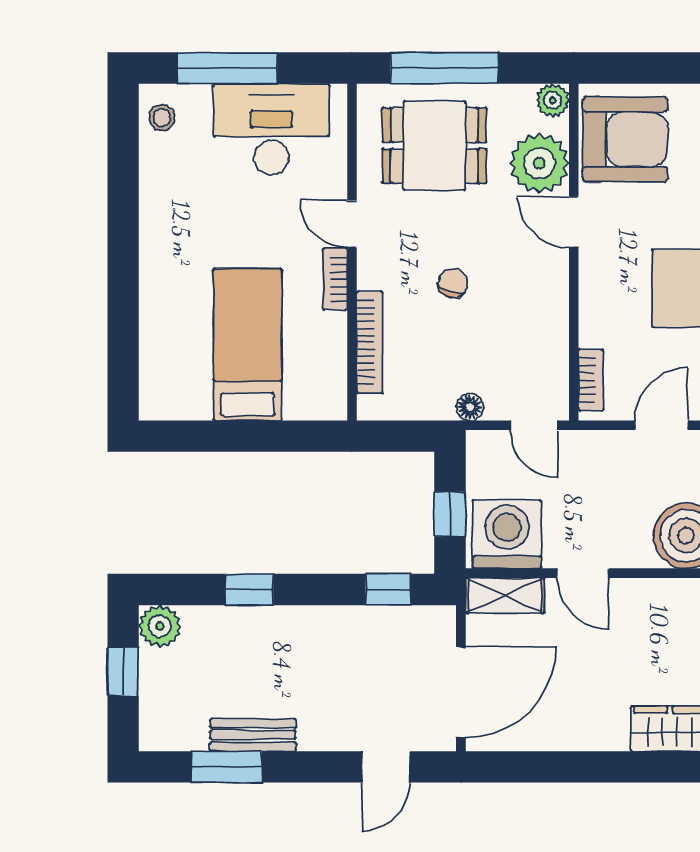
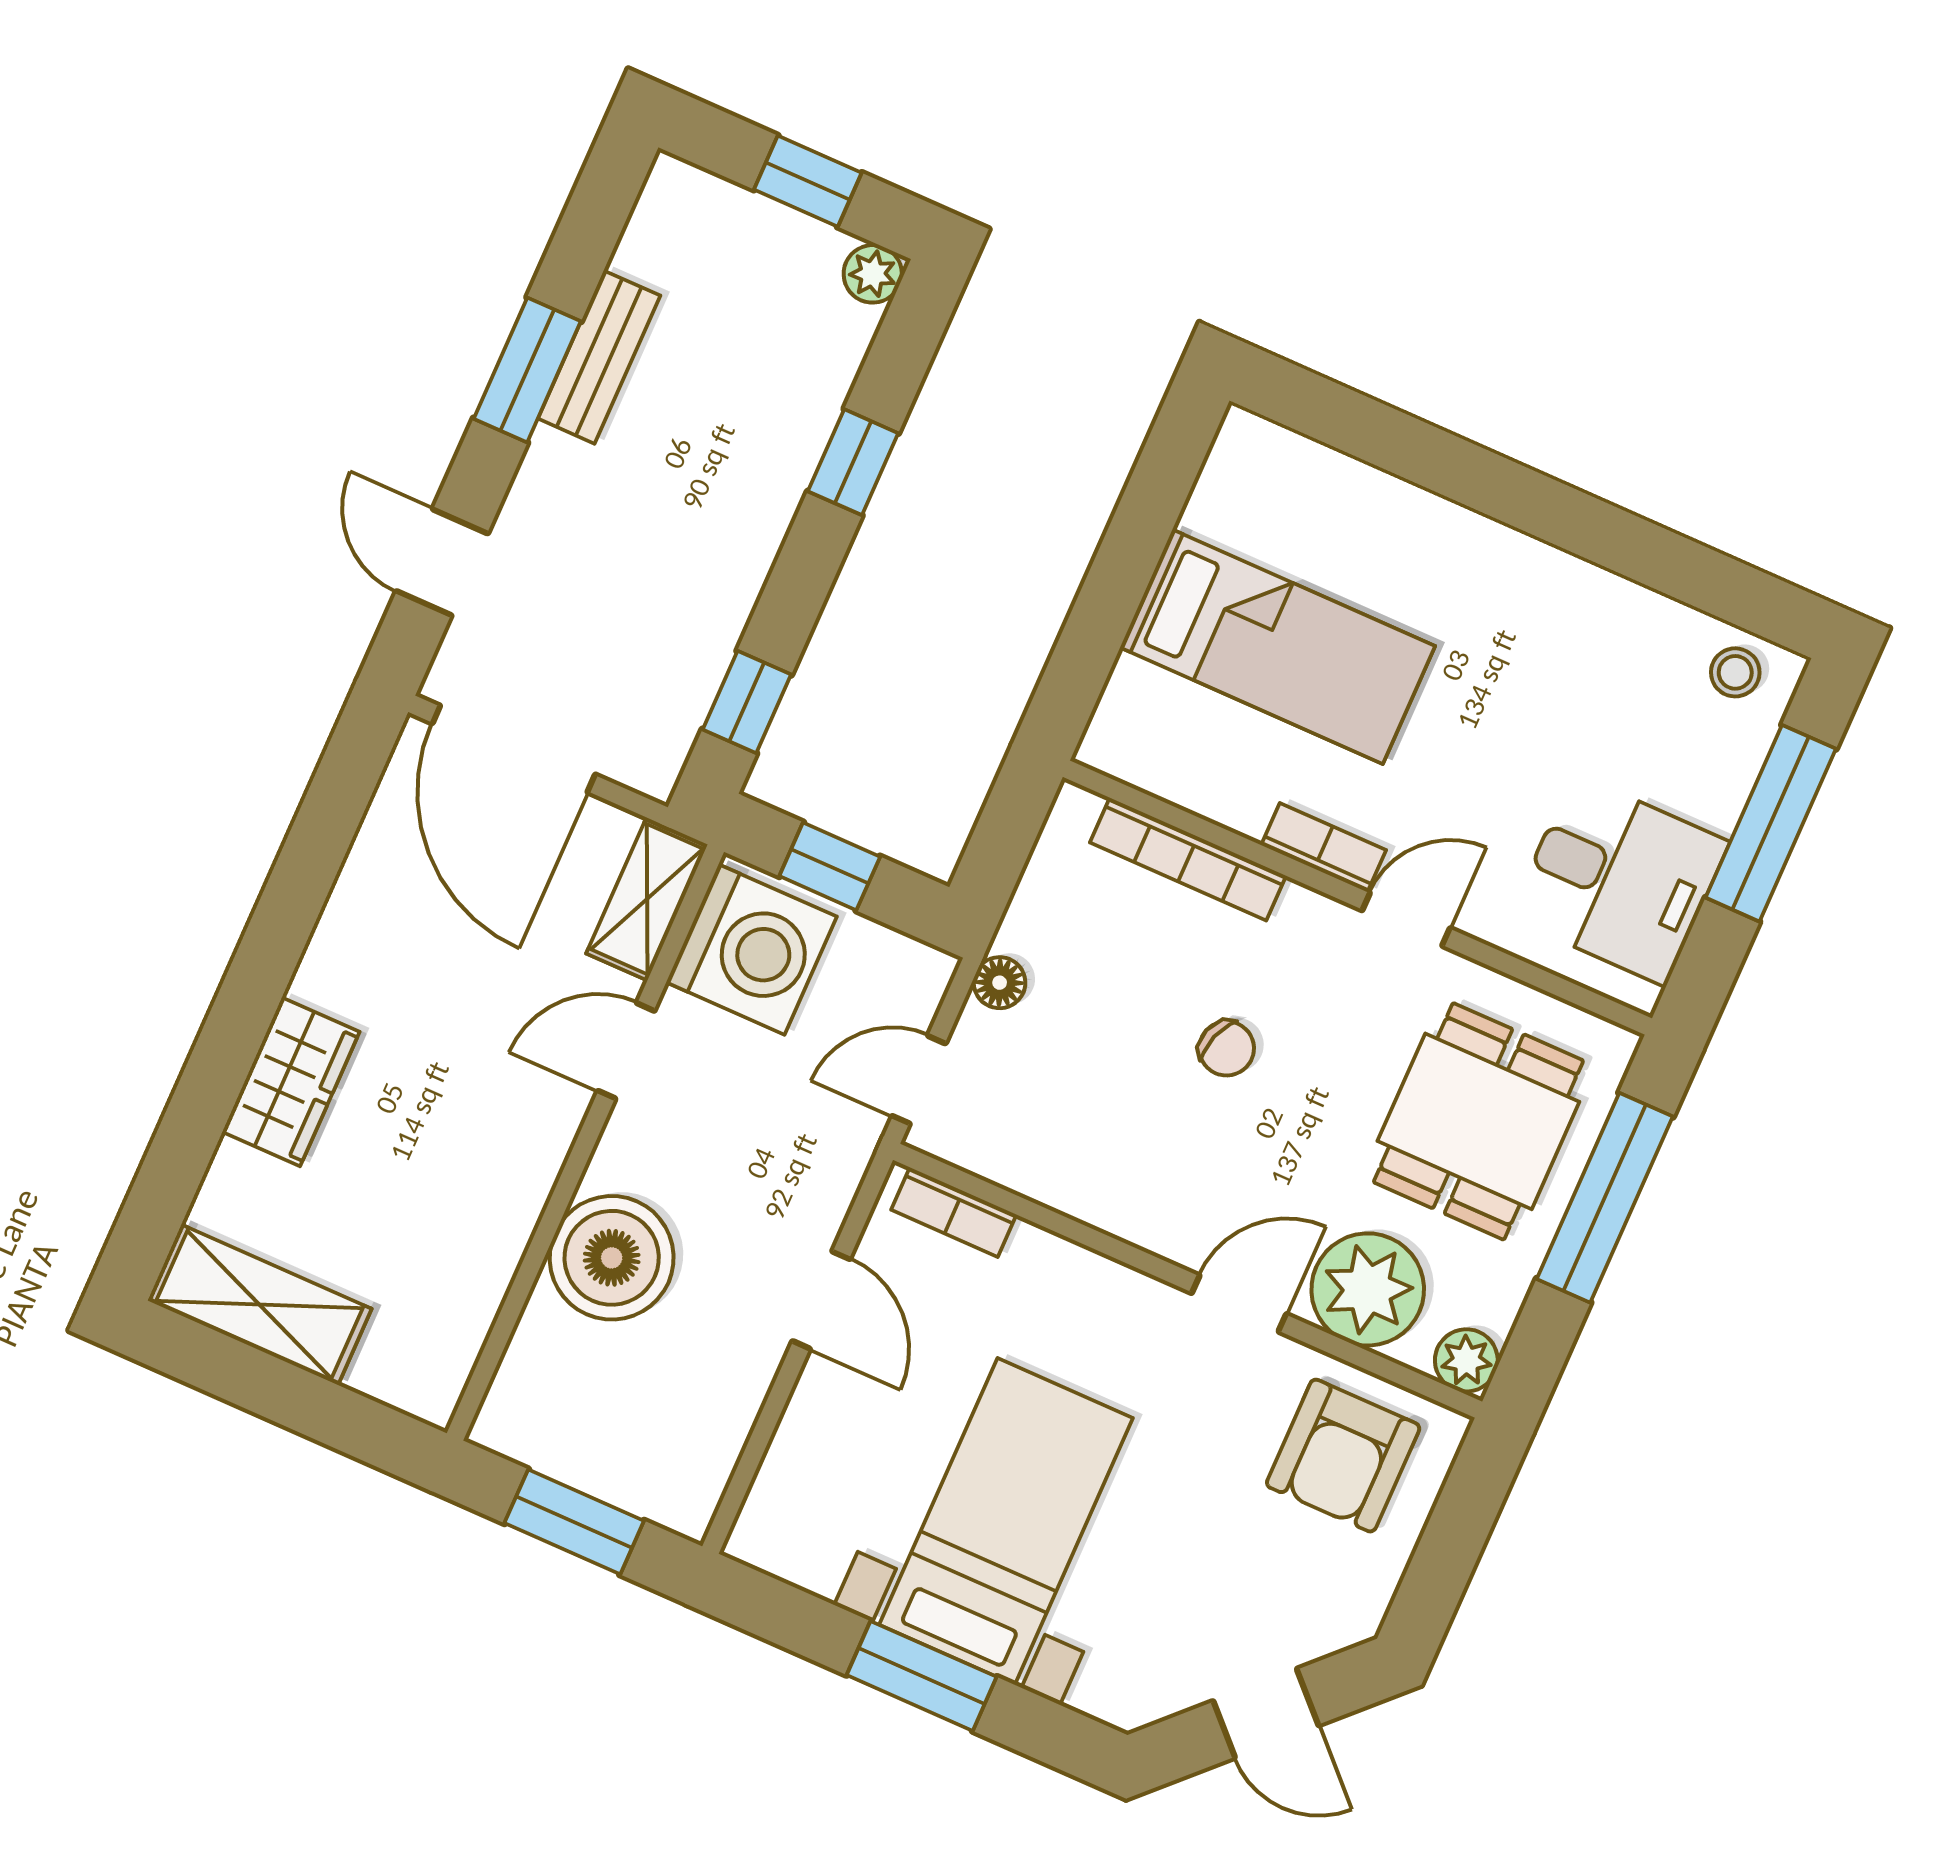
desk: (271, 129) -> (1619, 880), width x0.73
armchair: (625, 139) -> (1343, 1456), width x0.73, depth x0.73
plant: (160, 626) -> (873, 274), width x0.73, depth x0.73
window: (227, 767) -> (527, 370), moved

